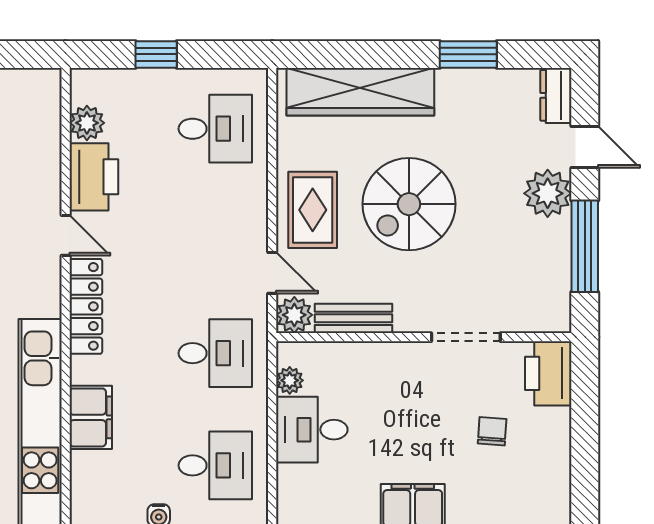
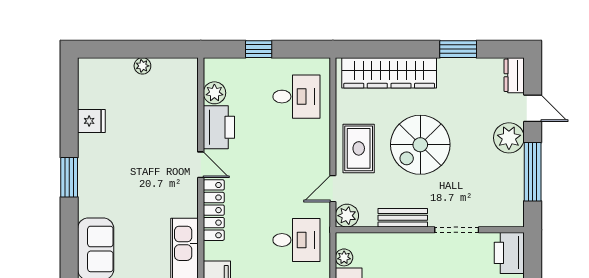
door: (272, 273) -> (333, 189), swing flipped
bench: (354, 318) -> (403, 218), moved

